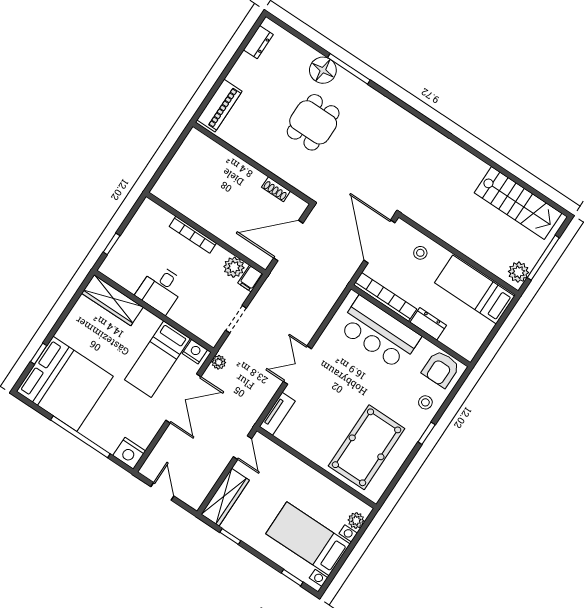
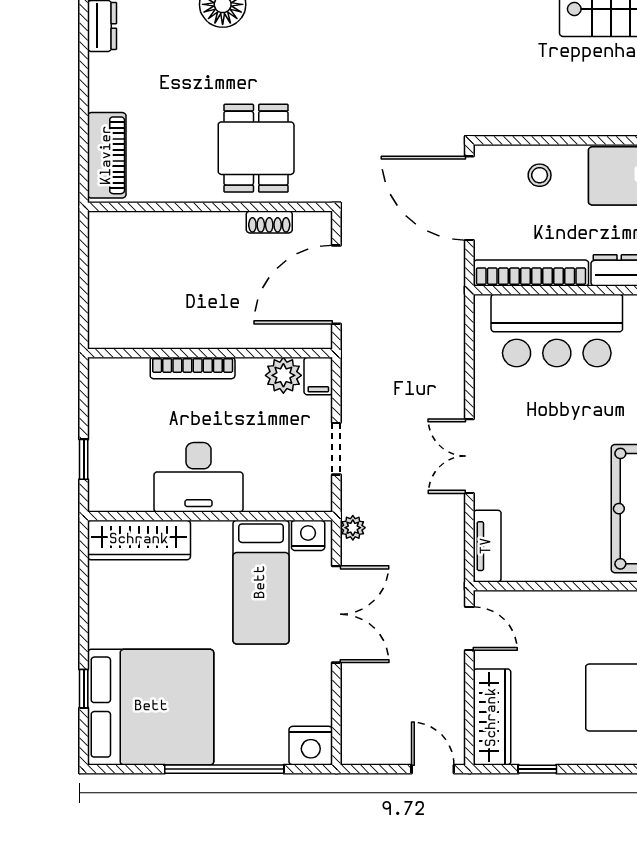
dining table: (313, 122) -> (256, 148), moved
desk: (161, 289) -> (198, 477), width x1.37
door: (162, 491) -> (433, 769), moved

